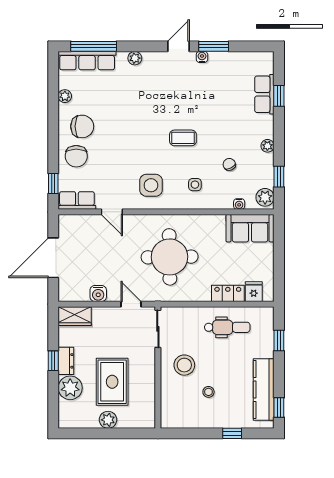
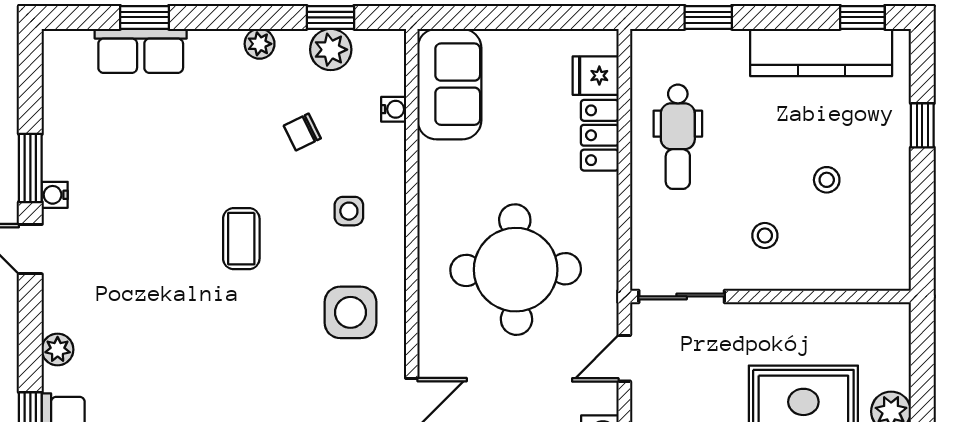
plant: (265, 197) -> (331, 50), moved
dental chair: (227, 327) -> (678, 137), turned 180
stool: (184, 365) -> (765, 236), width x0.53, depth x0.53

